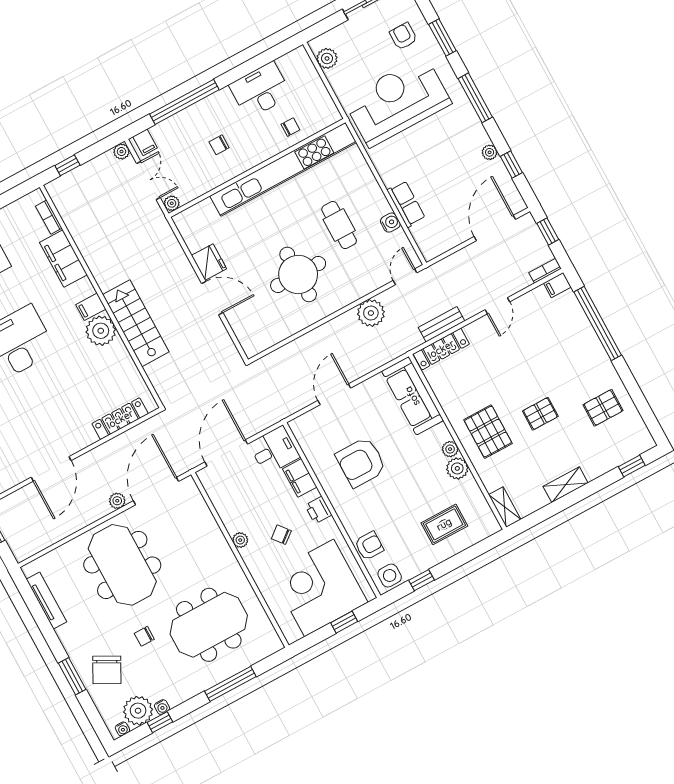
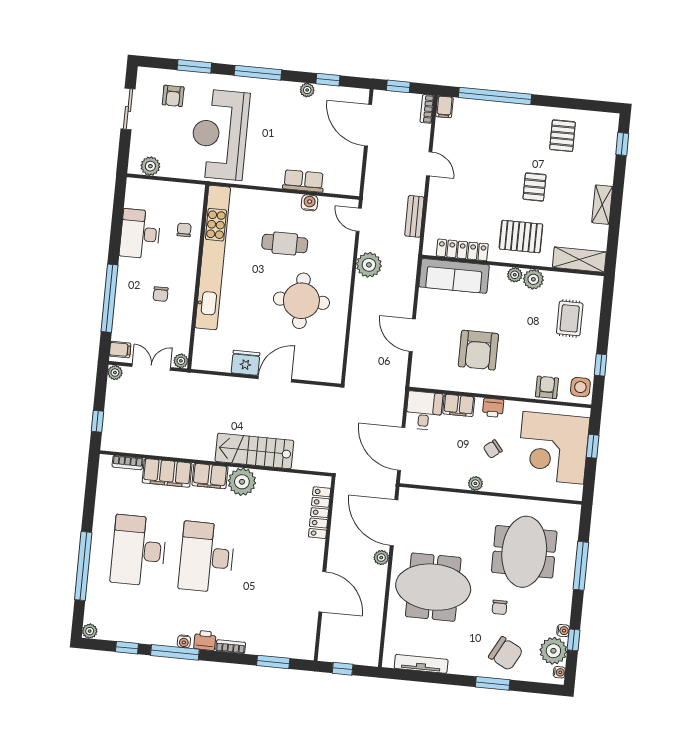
armchair: (403, 36) -> (173, 96), turned -90
filing cabinet: (91, 307) -> (210, 476), width x2.00
locker: (441, 349) -> (462, 250), moved, turned -90
shelving: (505, 507) -> (579, 260), width x1.50, depth x1.33

